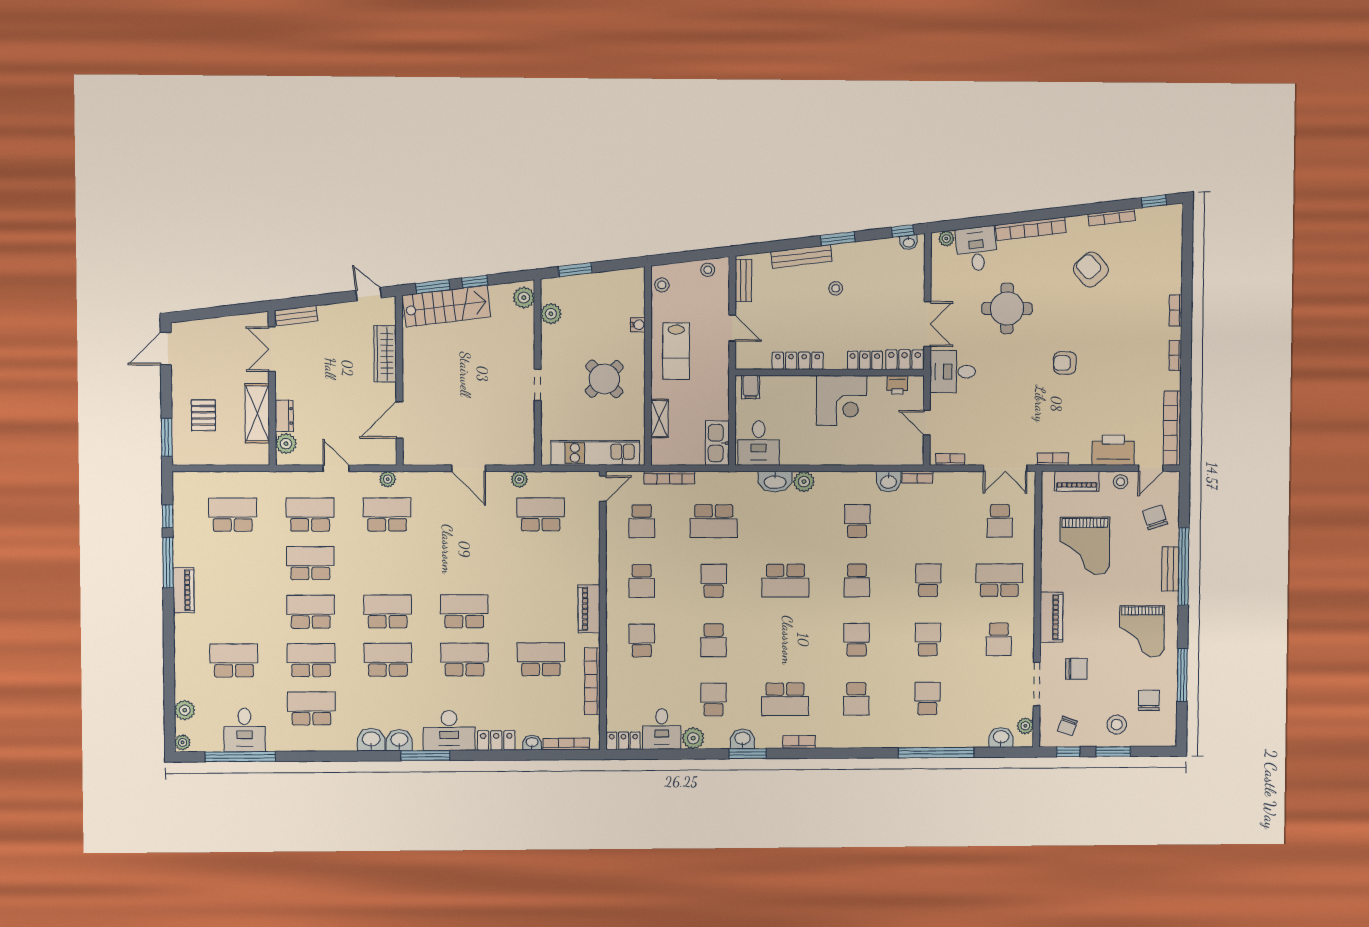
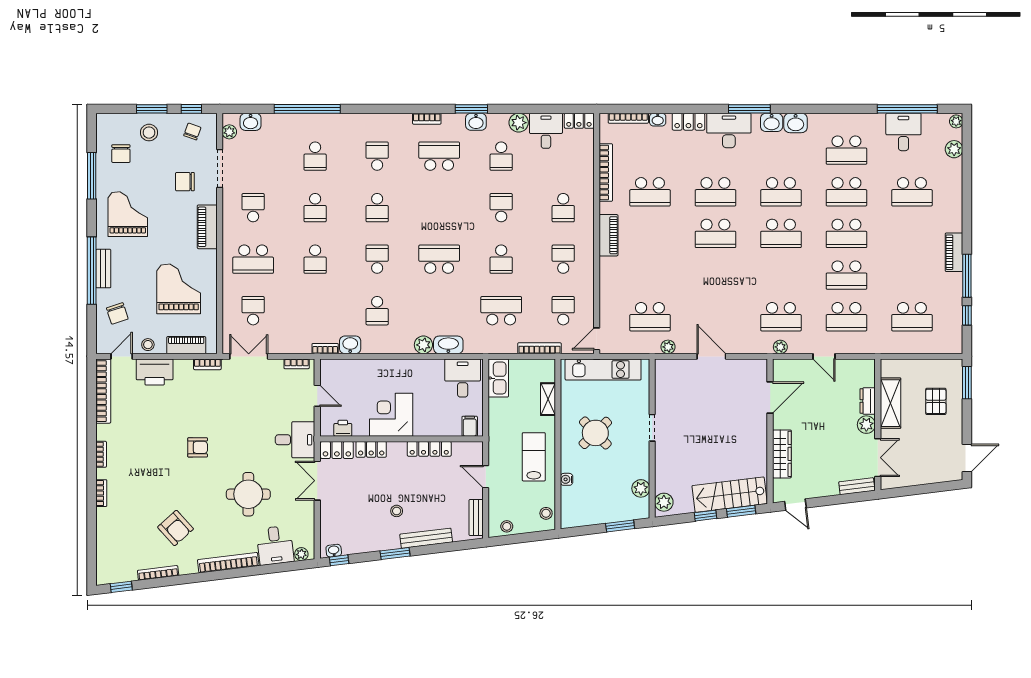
plant: (286, 444) -> (866, 425), moved

